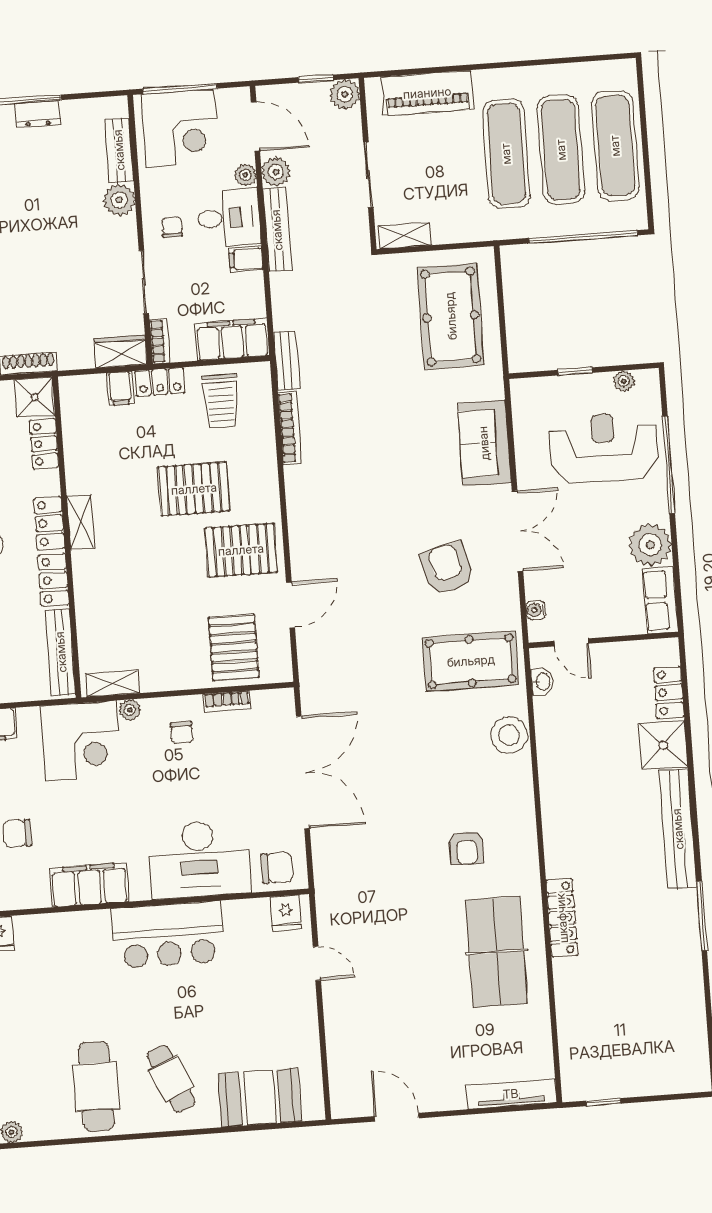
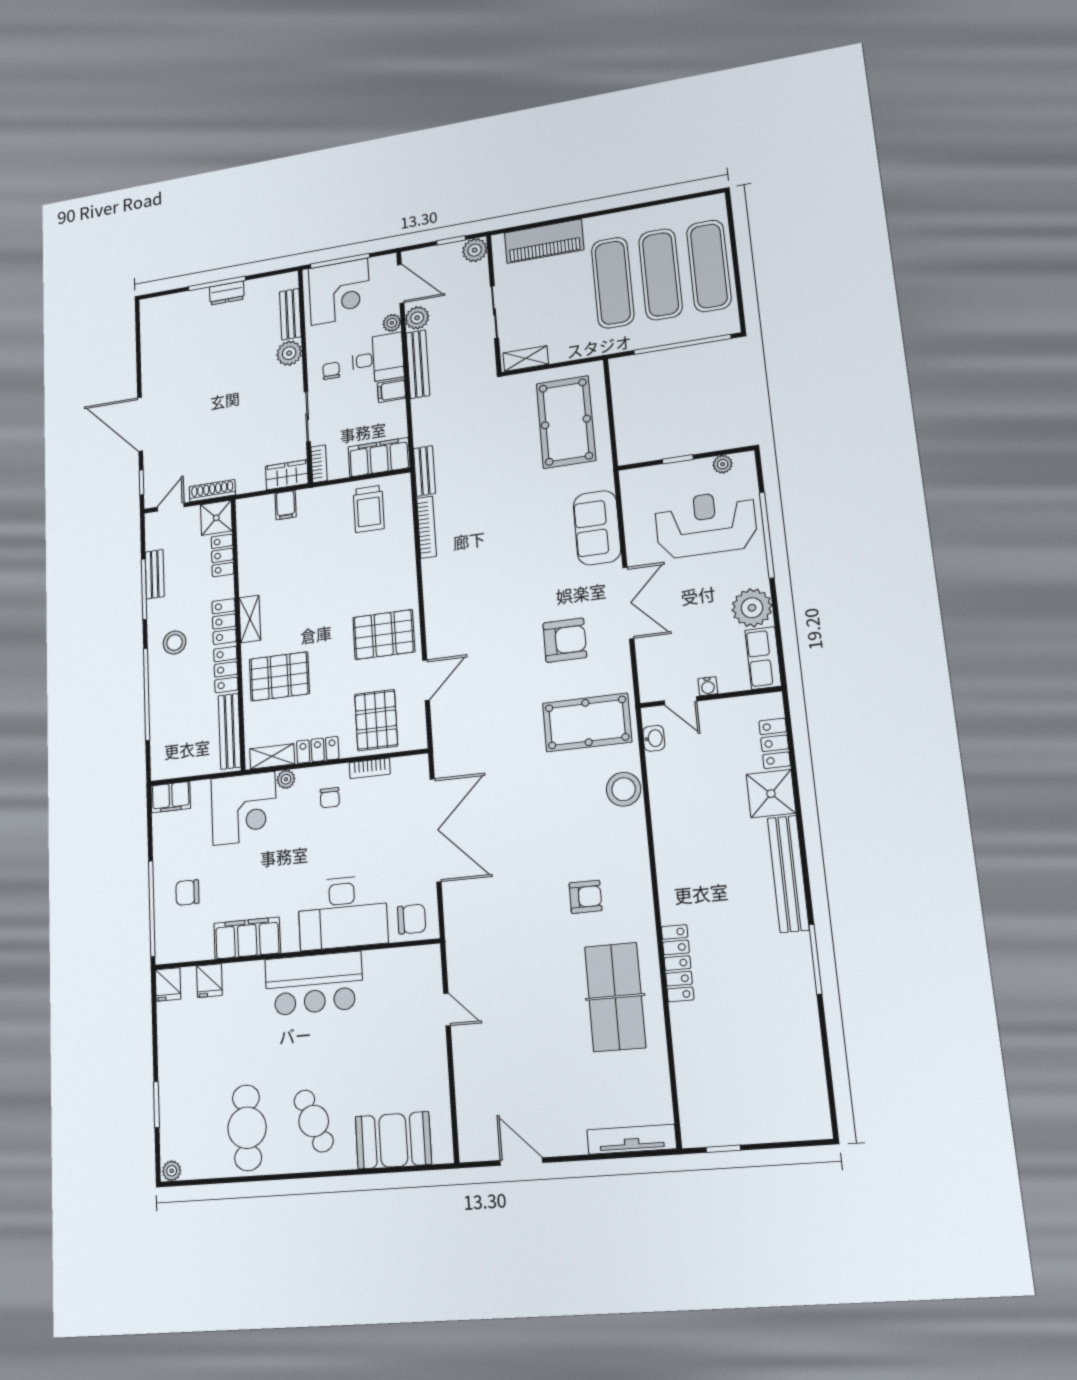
locker: (160, 382) -> (318, 750), moved, turned 180
pallet: (194, 489) -> (279, 676), moved
armchair: (447, 569) -> (565, 640), turned 105
water cooler: (536, 610) -> (708, 686), moved, turned -90
armchair: (467, 848) -> (586, 897), turned -90
fridge: (286, 913) -> (209, 981), moved

